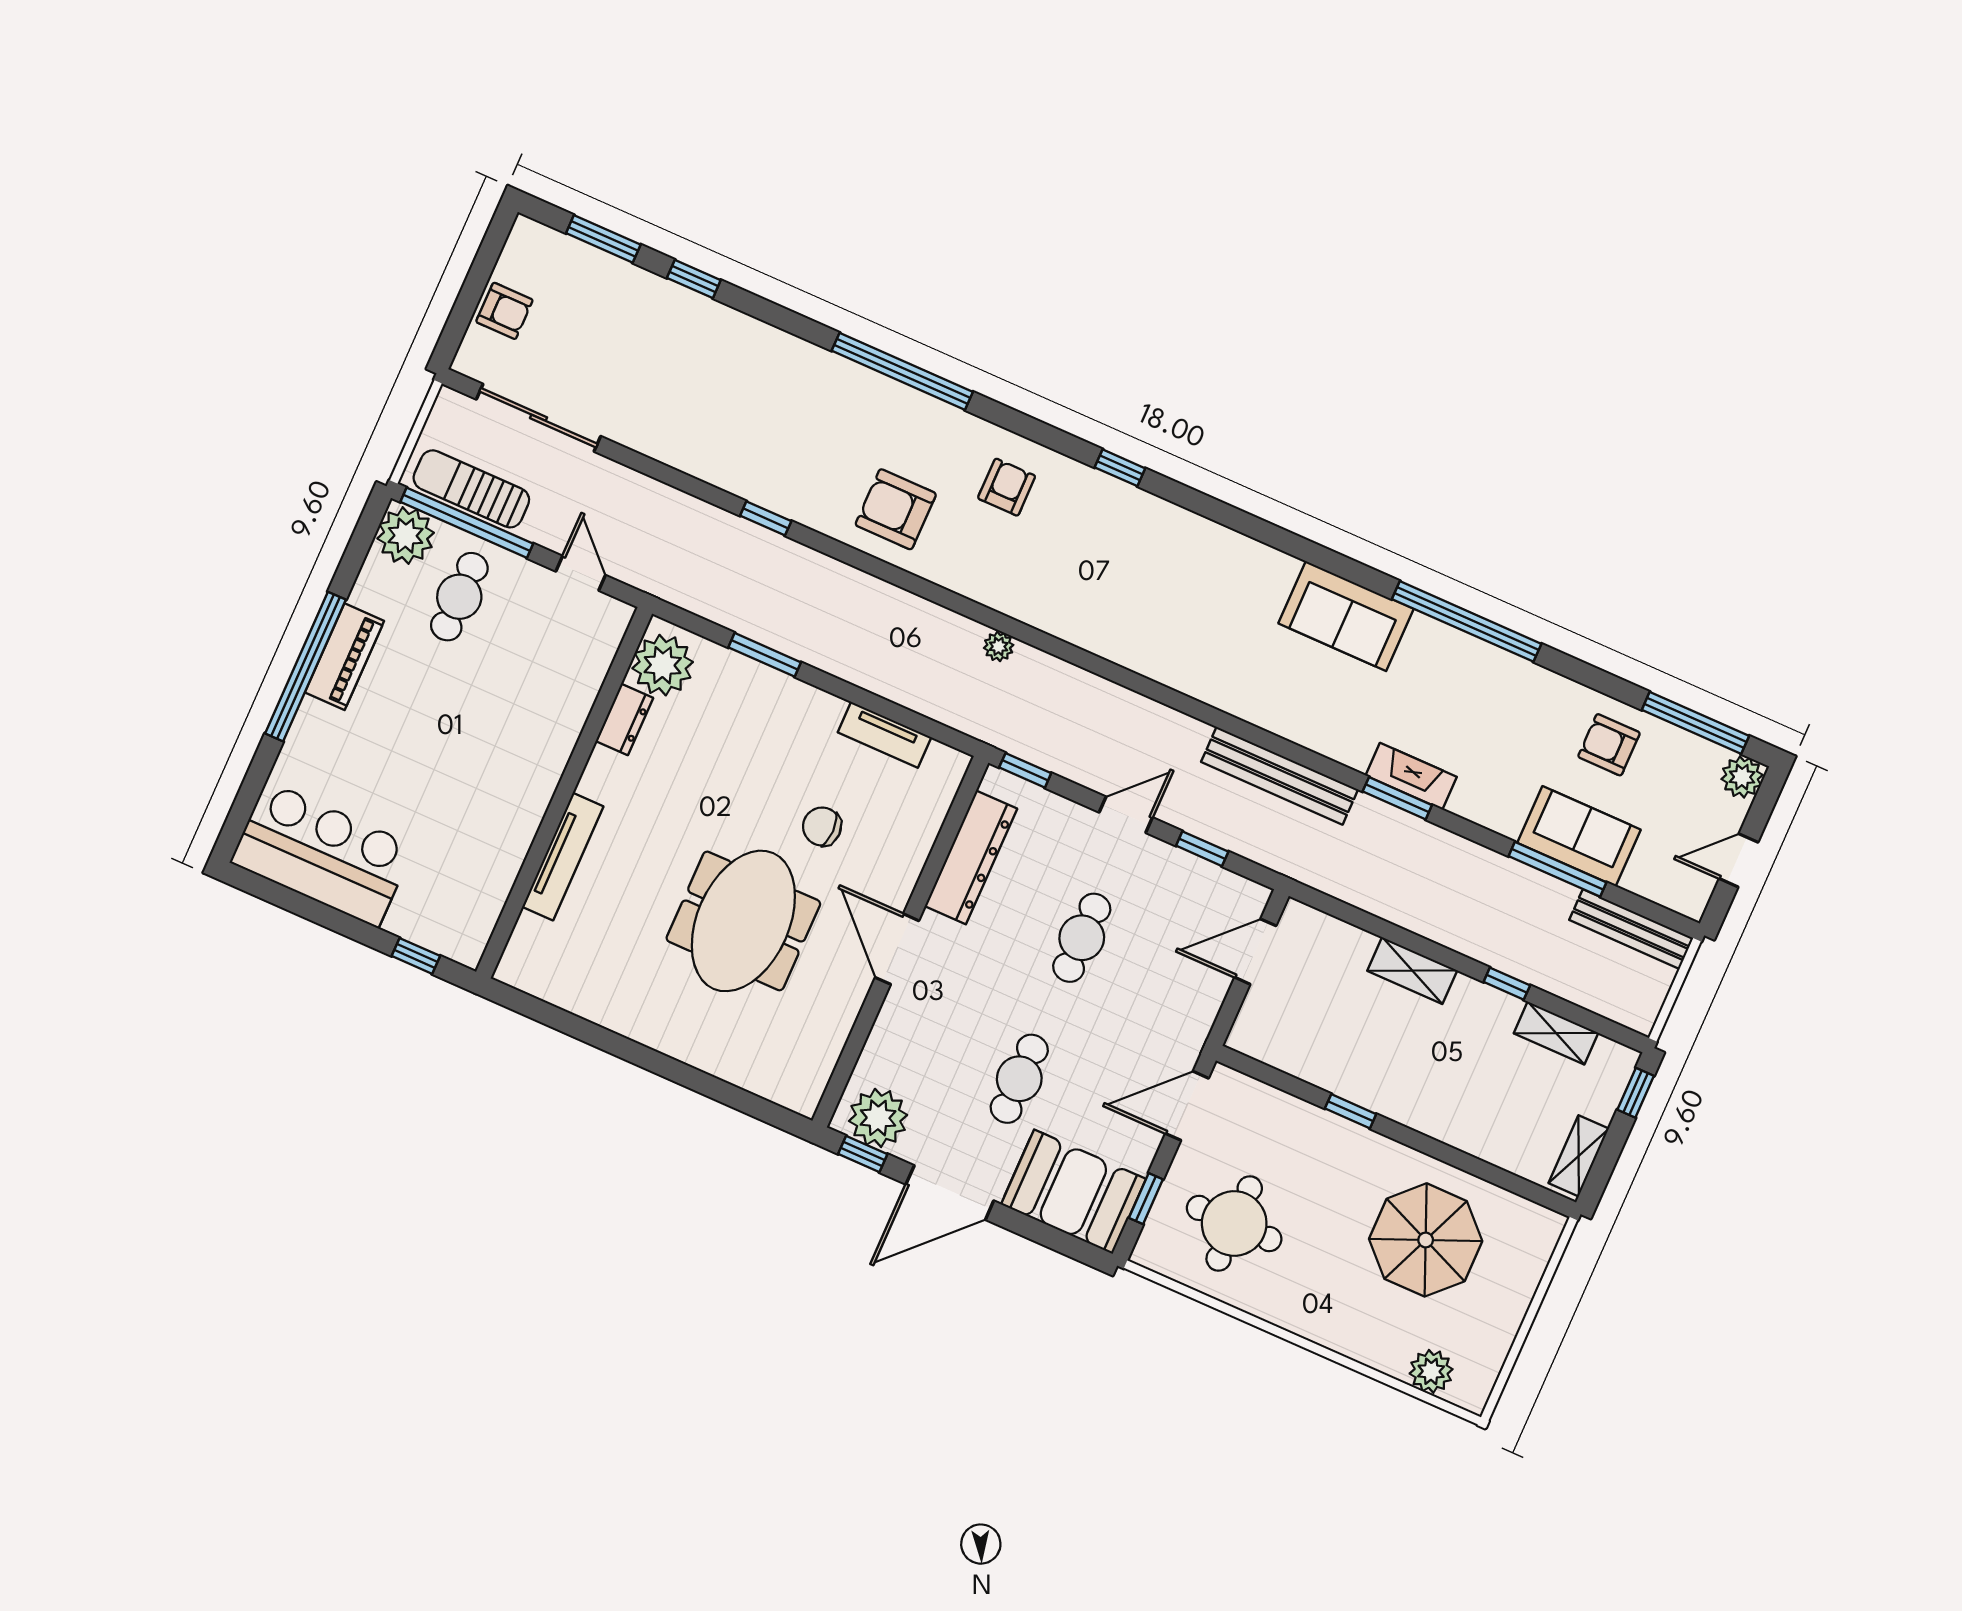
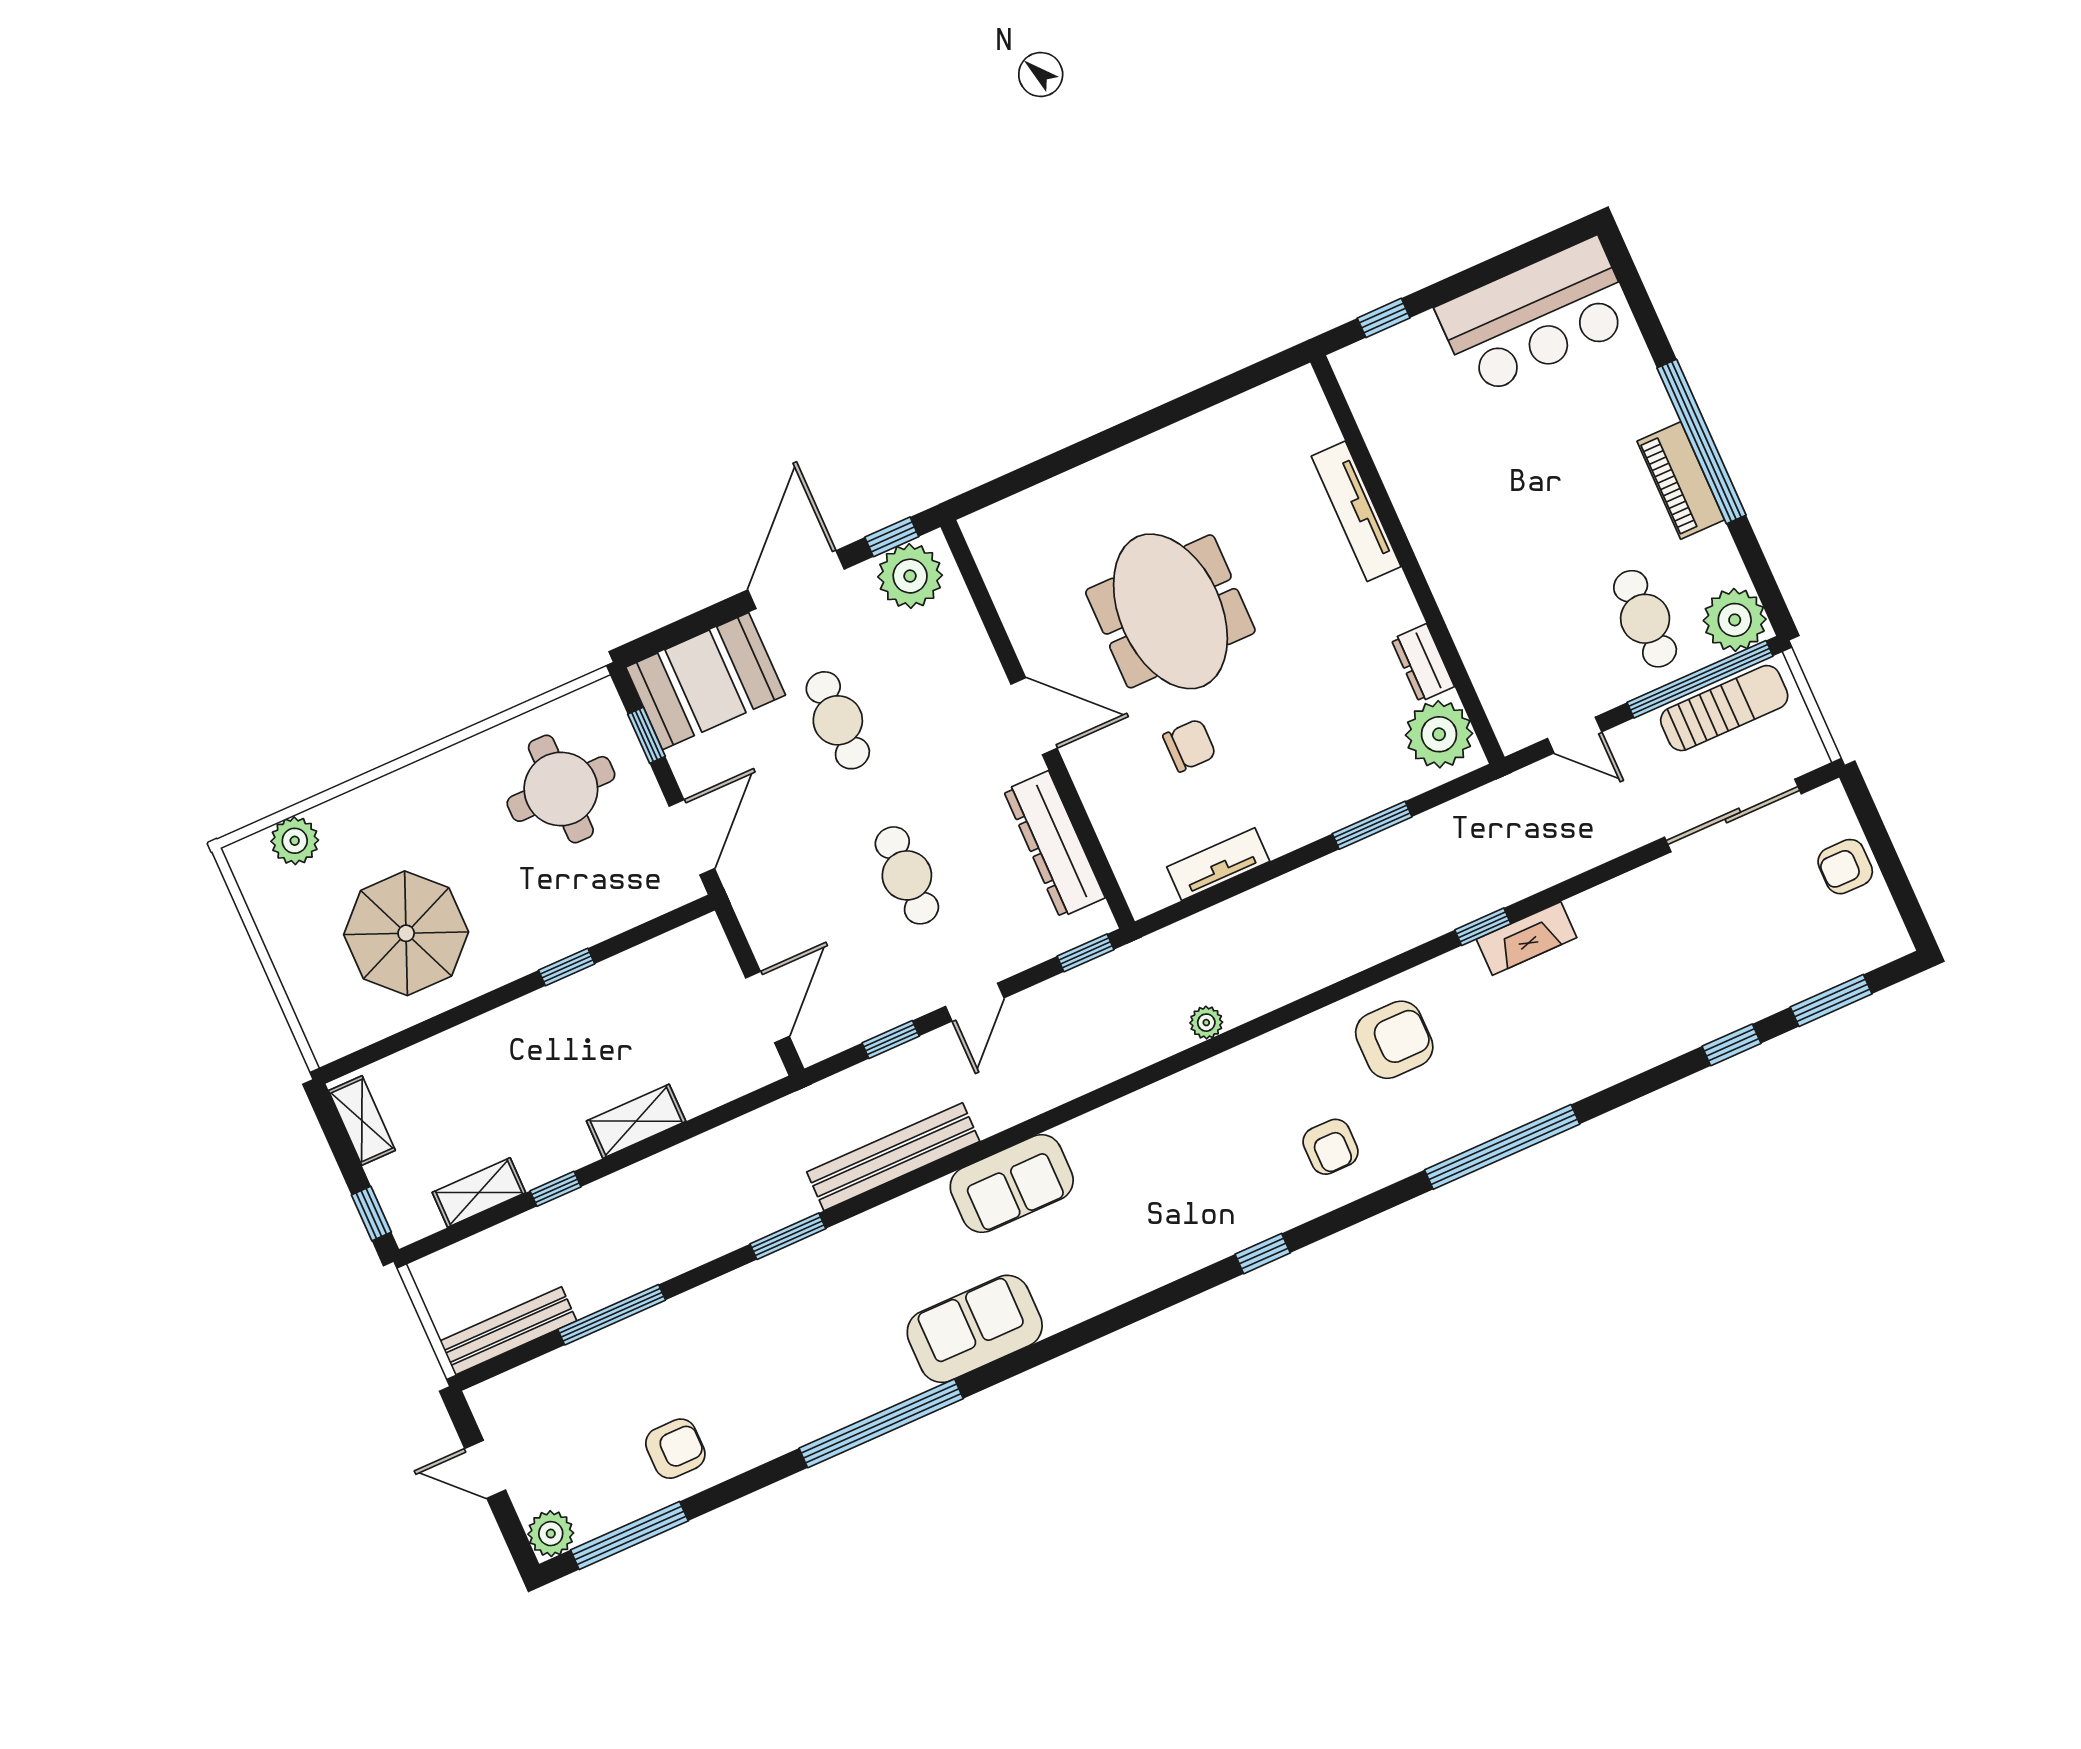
fireplace: (1411, 776) -> (1527, 938), moved
sofa: (1579, 836) -> (1012, 1184), moved
door: (1739, 860) -> (485, 1469), swing flipped

